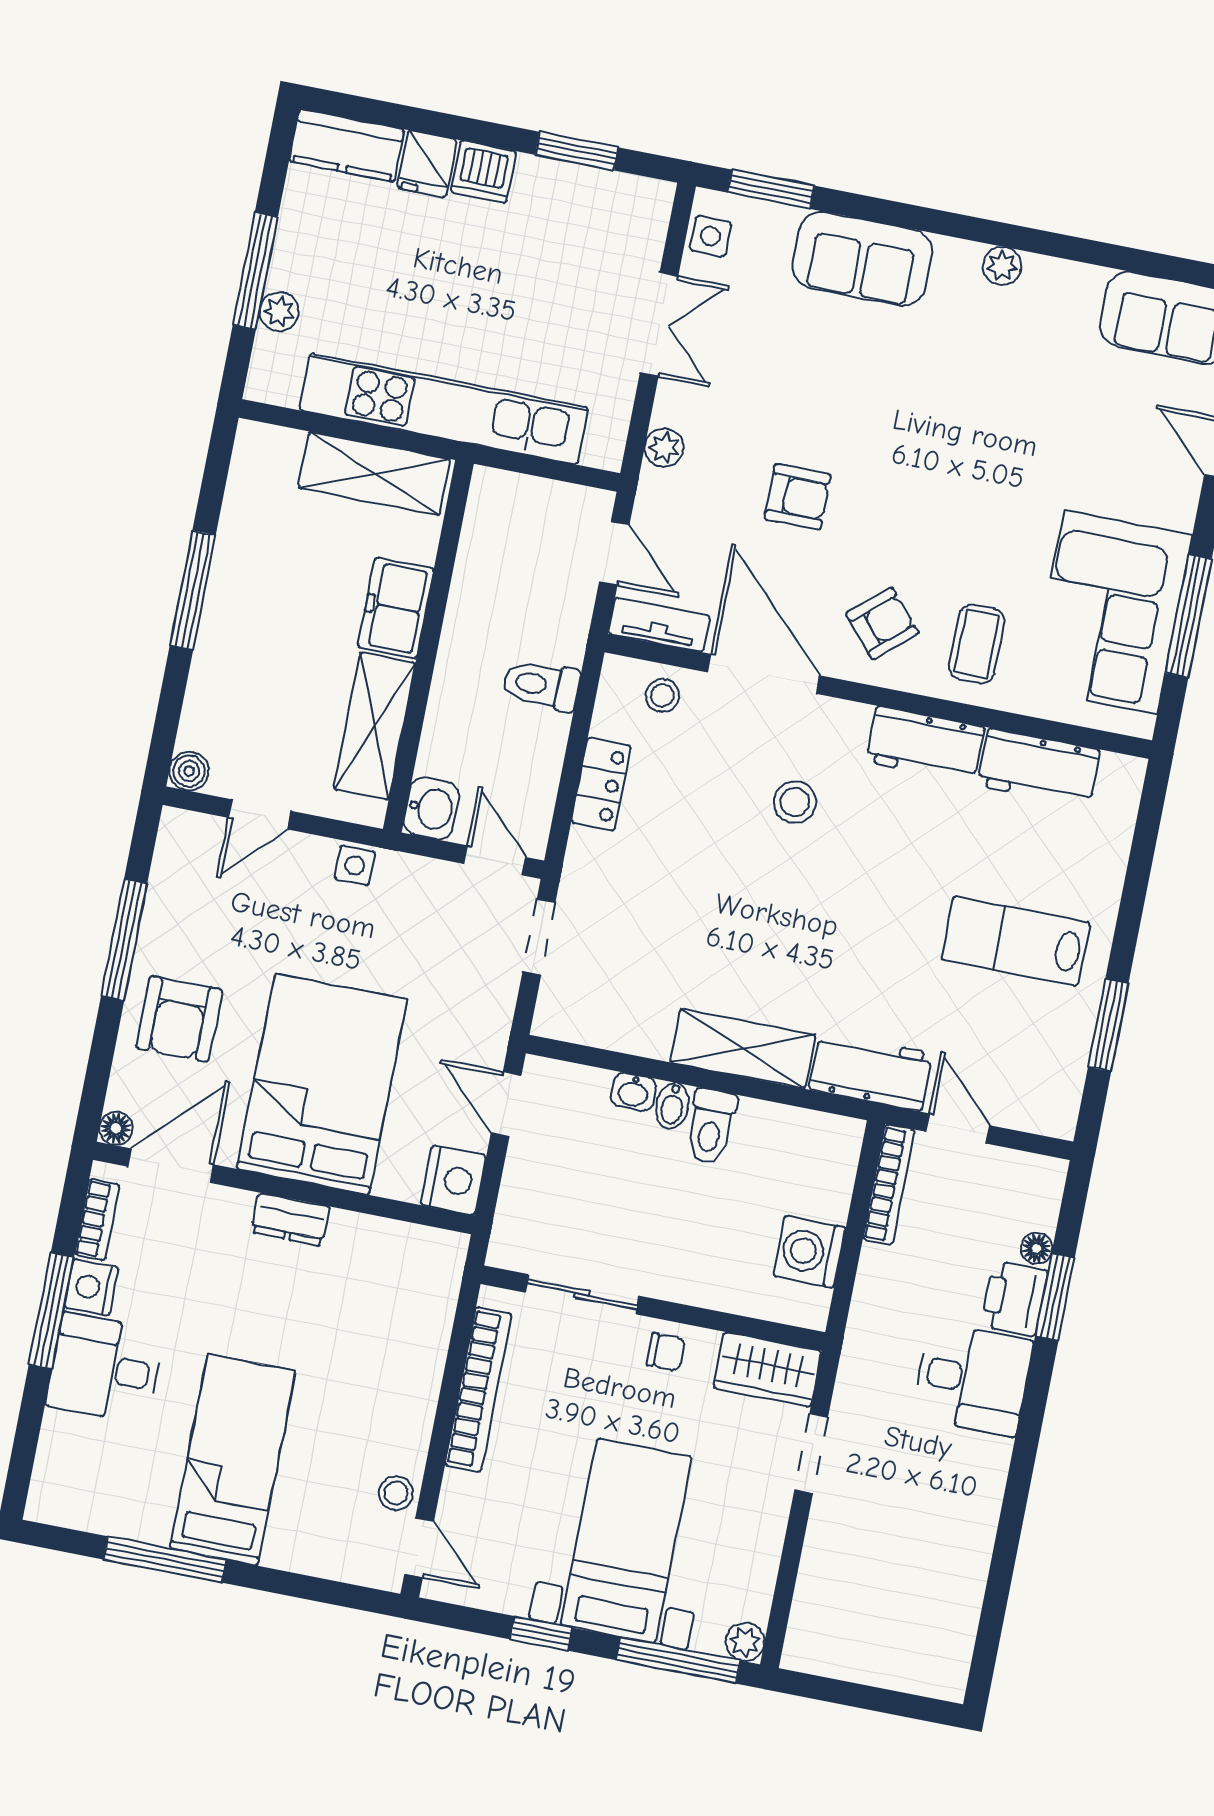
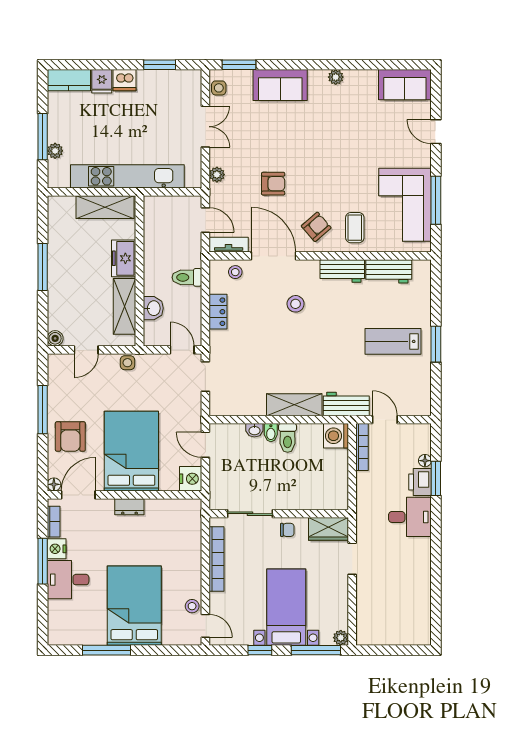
washbasin: (431, 809) -> (153, 308), moved
window: (1108, 1025) -> (436, 344), moved
washing machine: (809, 1252) -> (336, 436), moved
bed: (233, 1460) -> (134, 606), width x1.50

